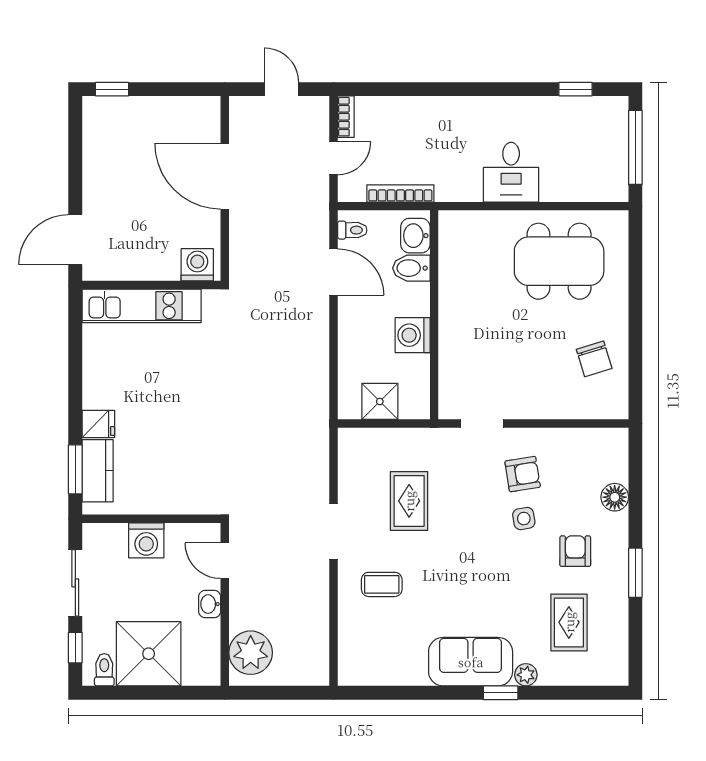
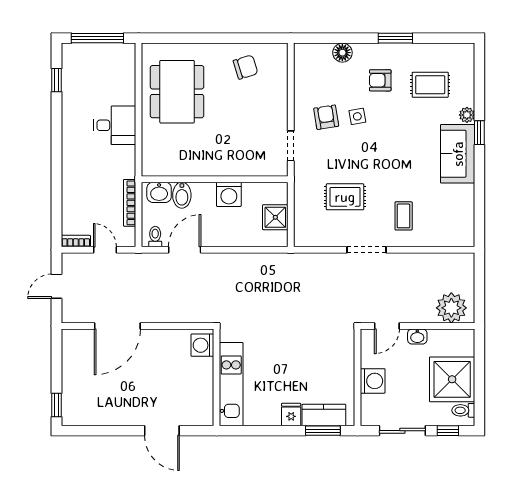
washing machine: (197, 265) -> (202, 345), moved
wall: (151, 285) -> (217, 377), moved
kitchen unit: (142, 306) -> (231, 384), moved

